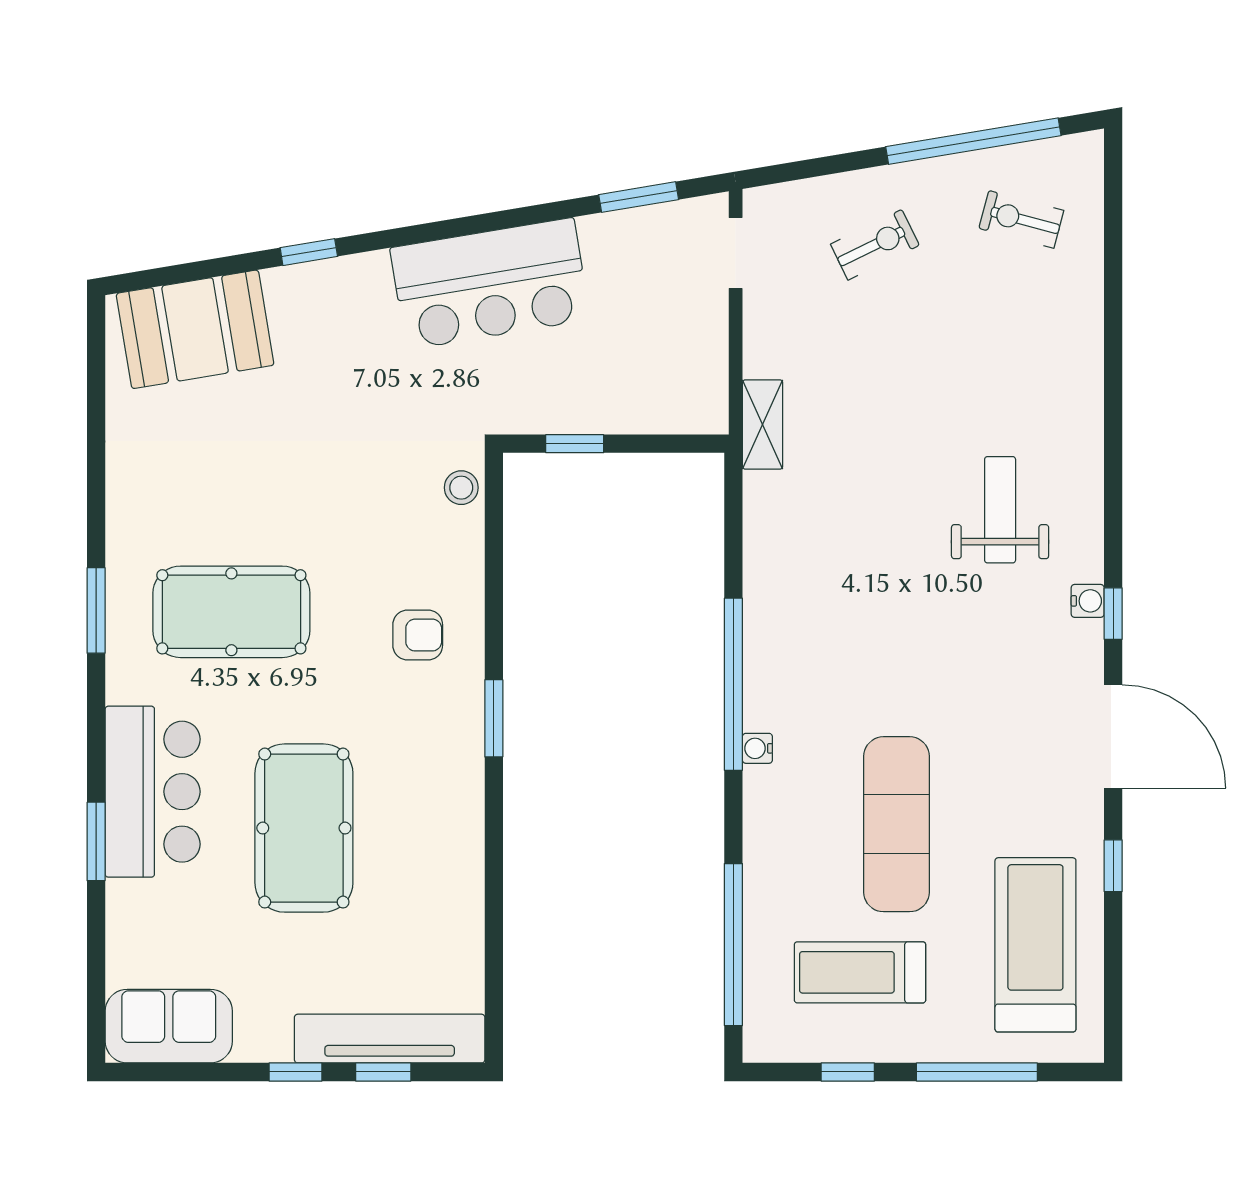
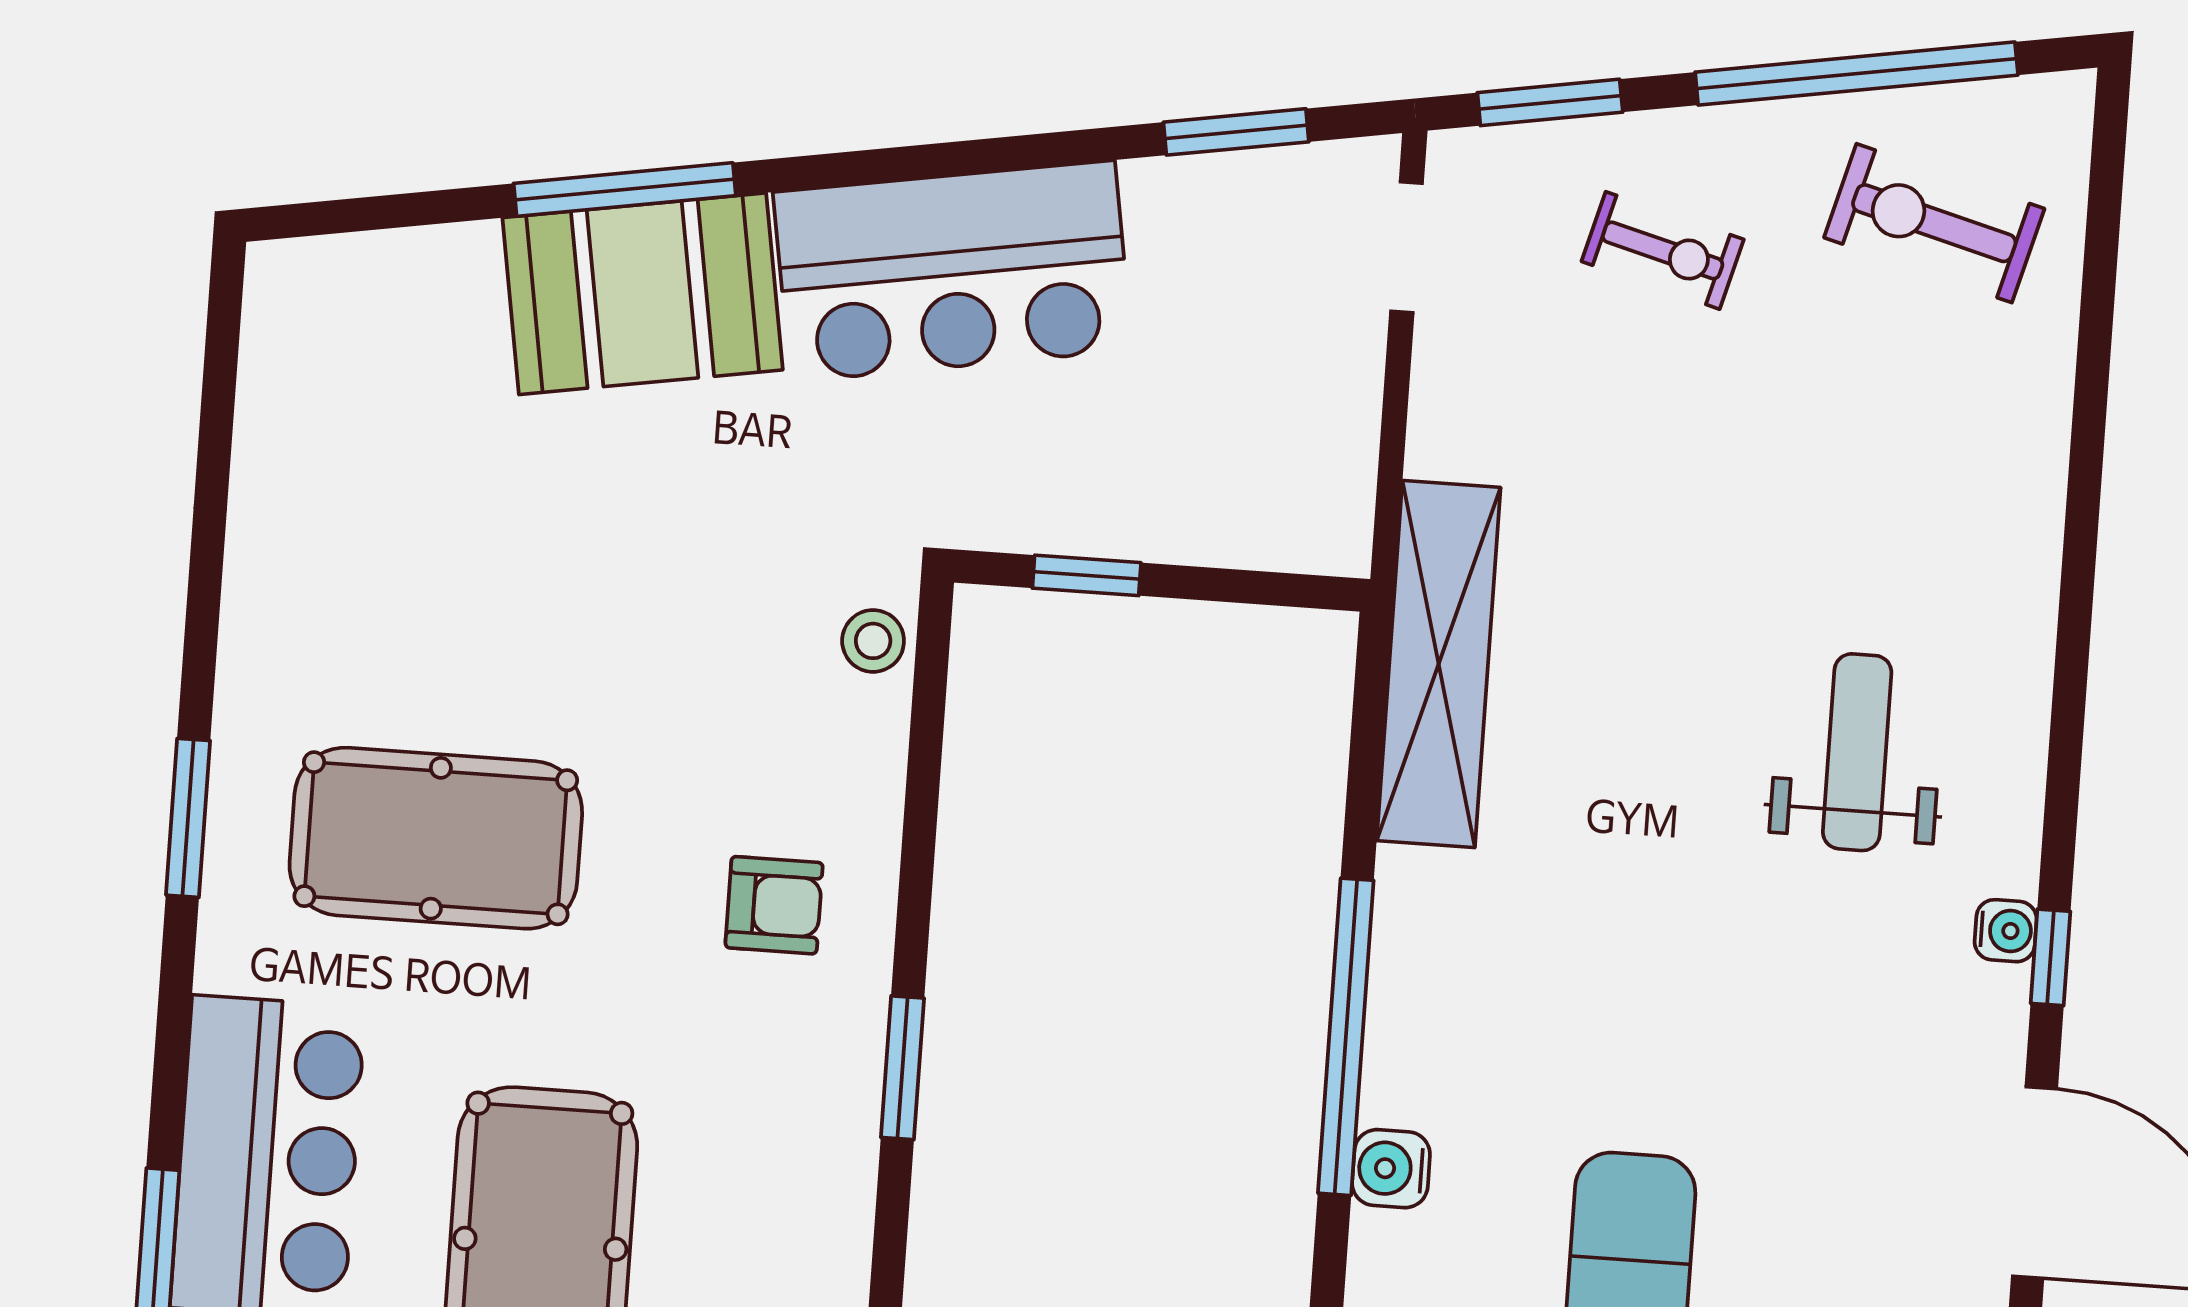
window: (808, 169) -> (1550, 102), added
exercise bike: (1021, 219) -> (1934, 223), width x1.38, depth x1.39
exercise bike: (875, 245) -> (1663, 250), turned 41
window: (309, 252) -> (625, 189), width x2.17
booth: (195, 329) -> (643, 294), moved
shelving: (763, 425) -> (1439, 664), width x2.20, depth x1.33
water cooler: (757, 748) -> (1391, 1169), width x1.38, depth x1.38

